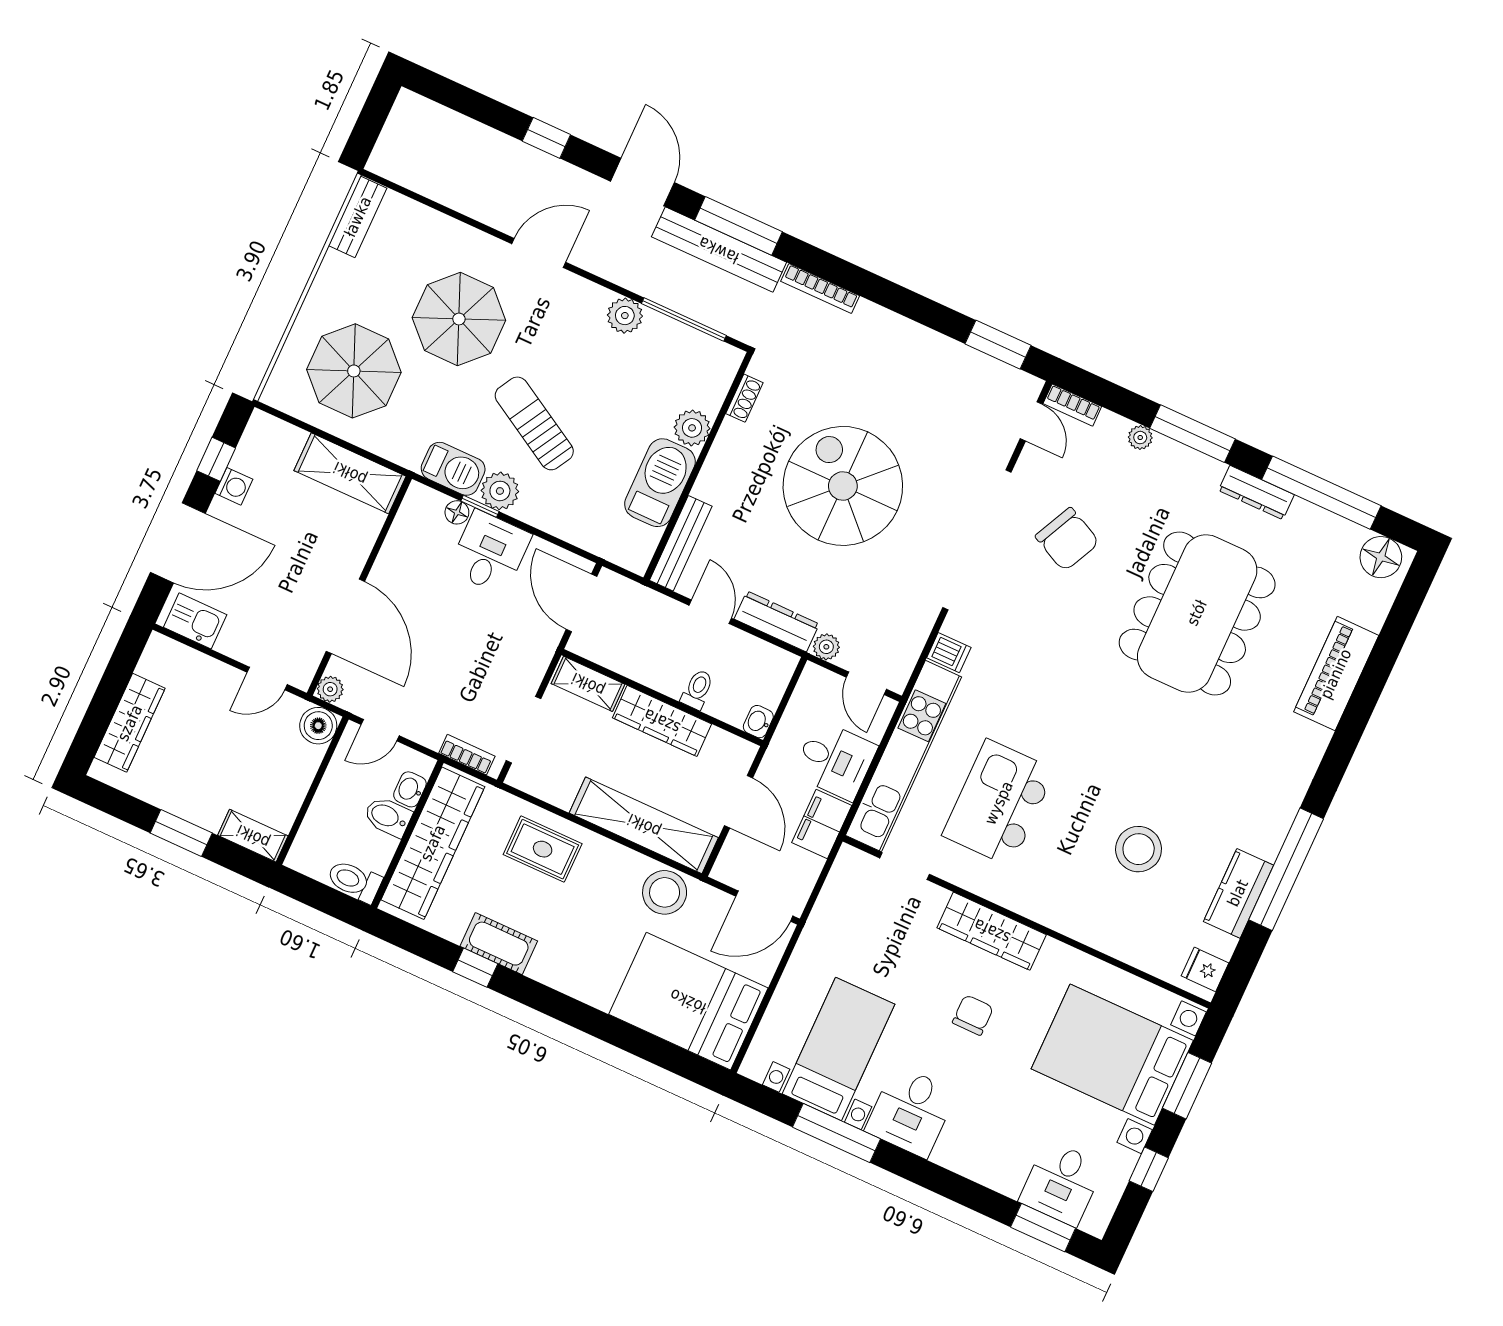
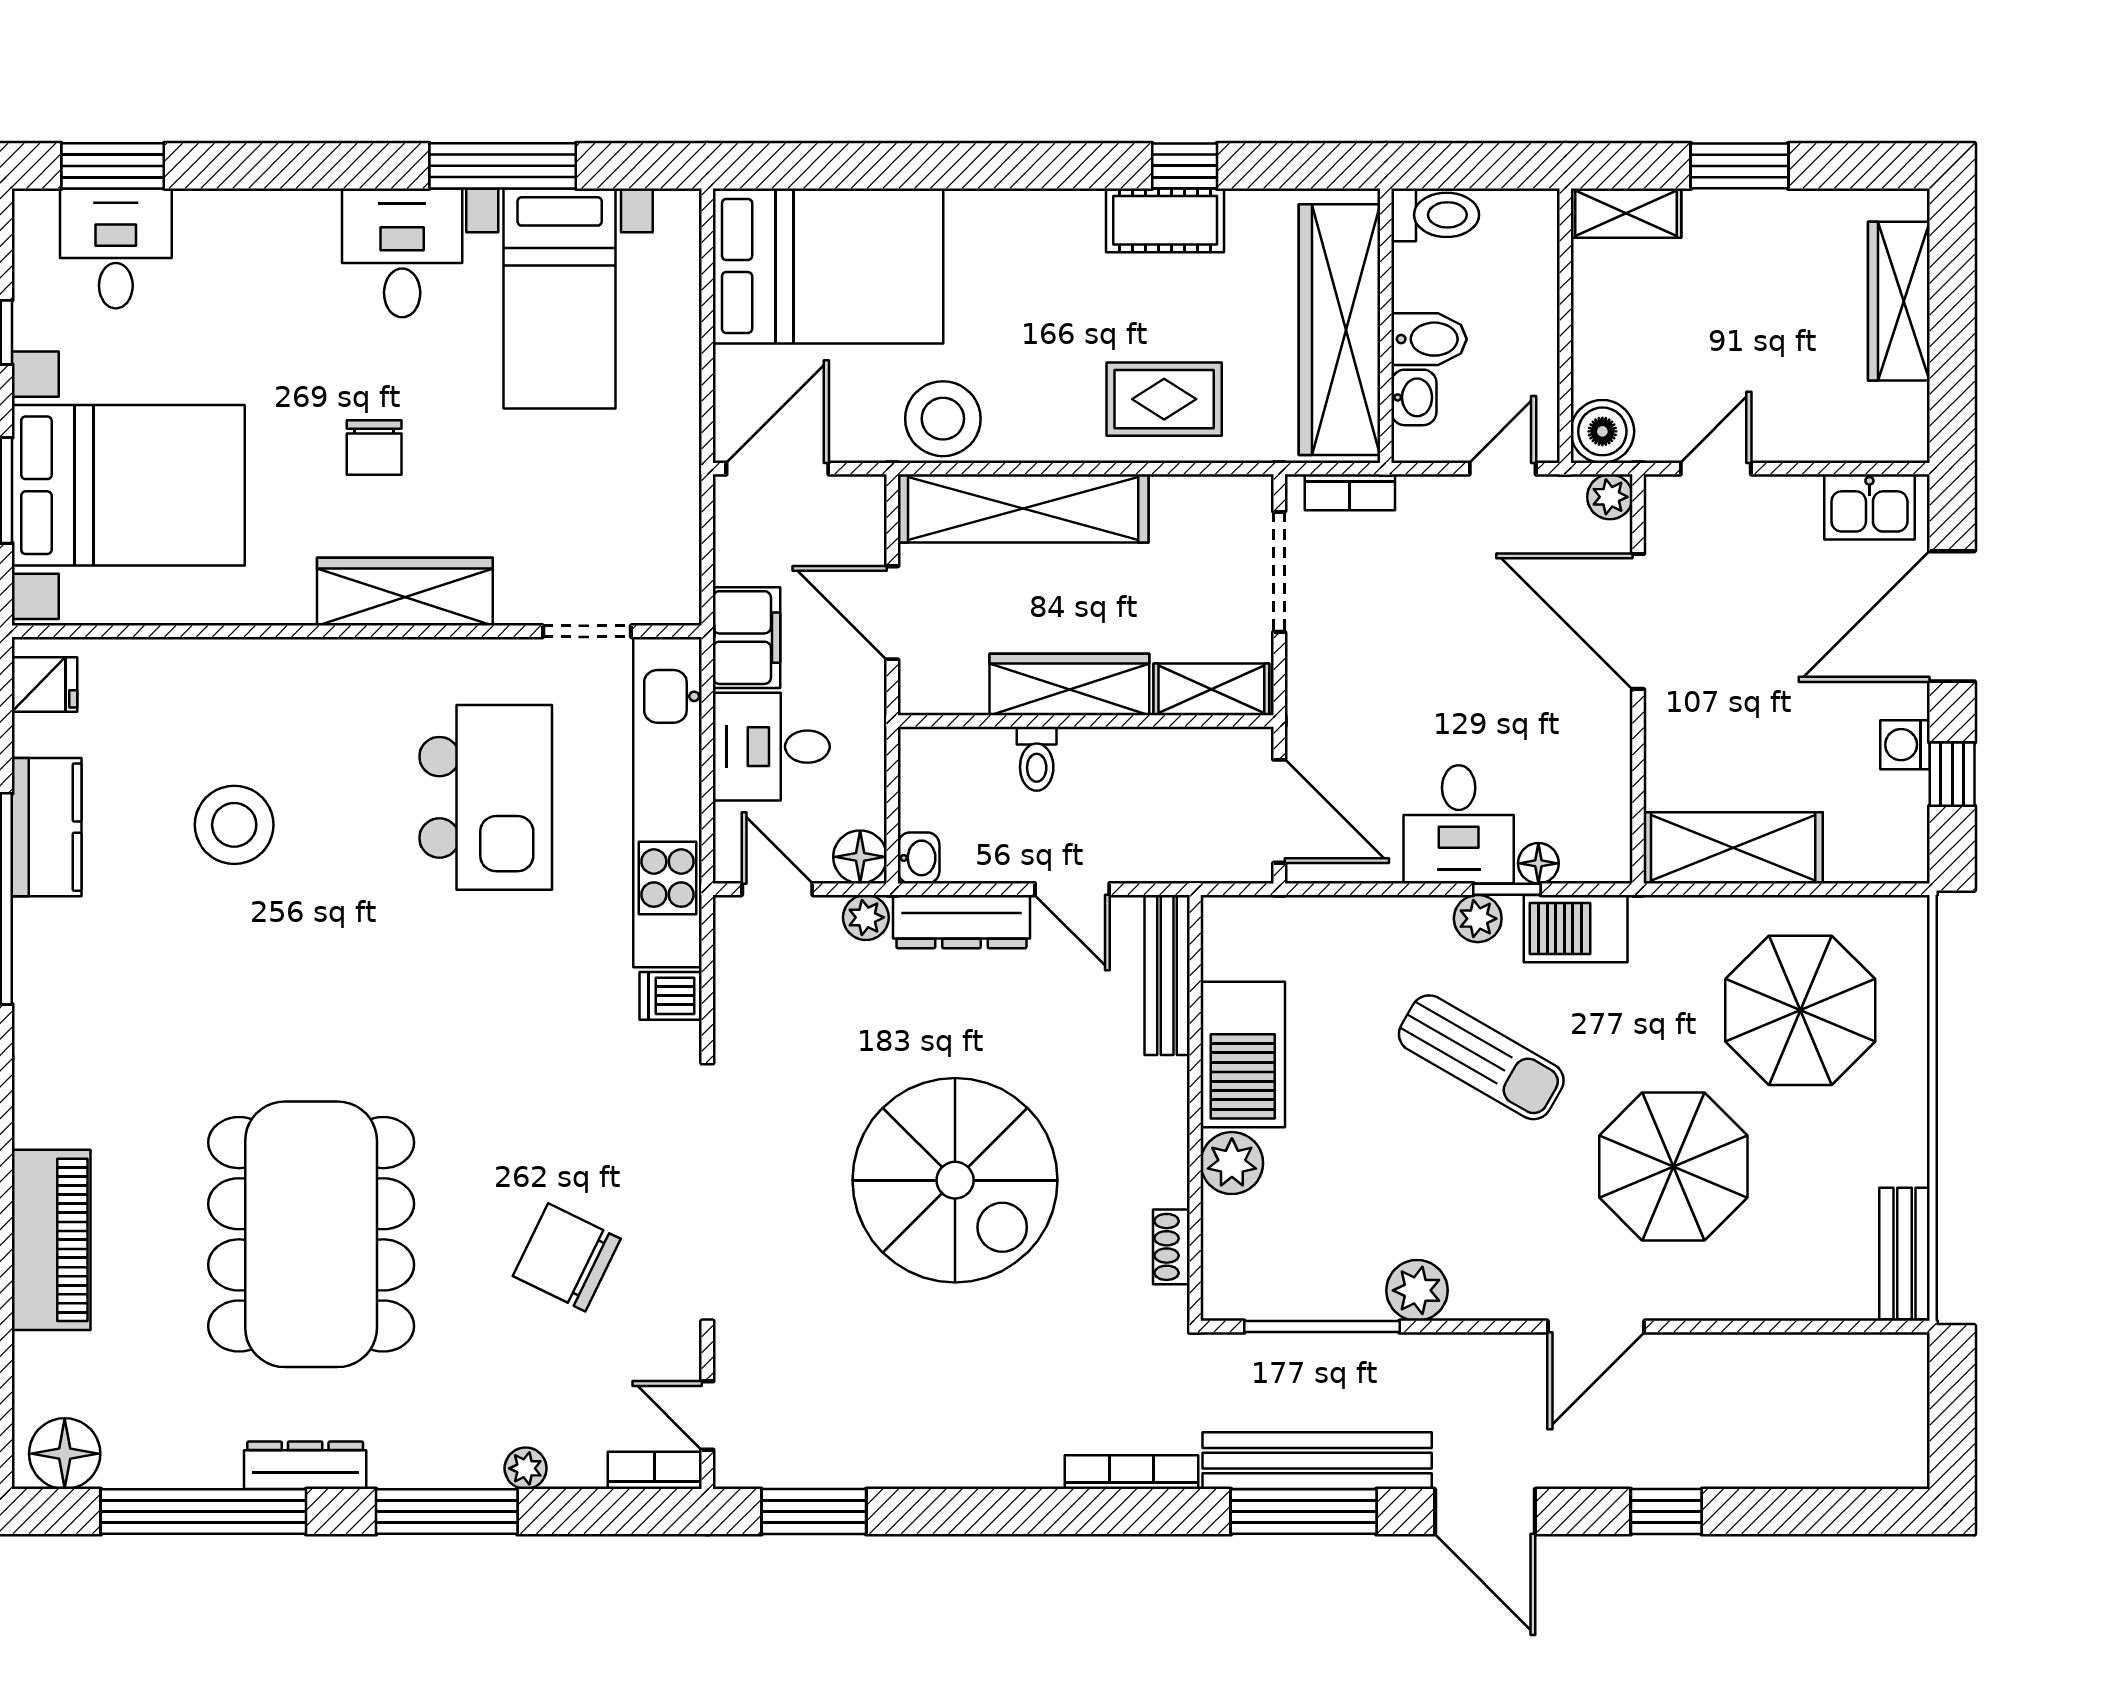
plant: (500, 491) -> (1478, 919), width x0.73, depth x0.73
floor lamp: (815, 680) -> (860, 857), added
washbasin: (758, 722) -> (919, 858), moved

